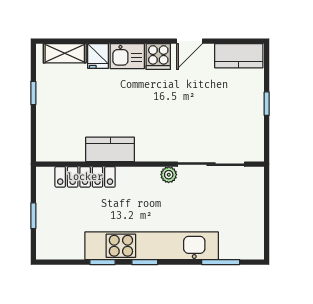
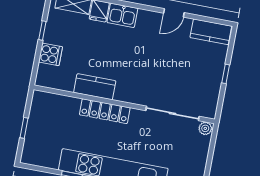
cooker: (158, 57) -> (50, 54), moved, turned -90
plant: (169, 175) -> (205, 128), moved
locker: (85, 177) -> (105, 111), moved

